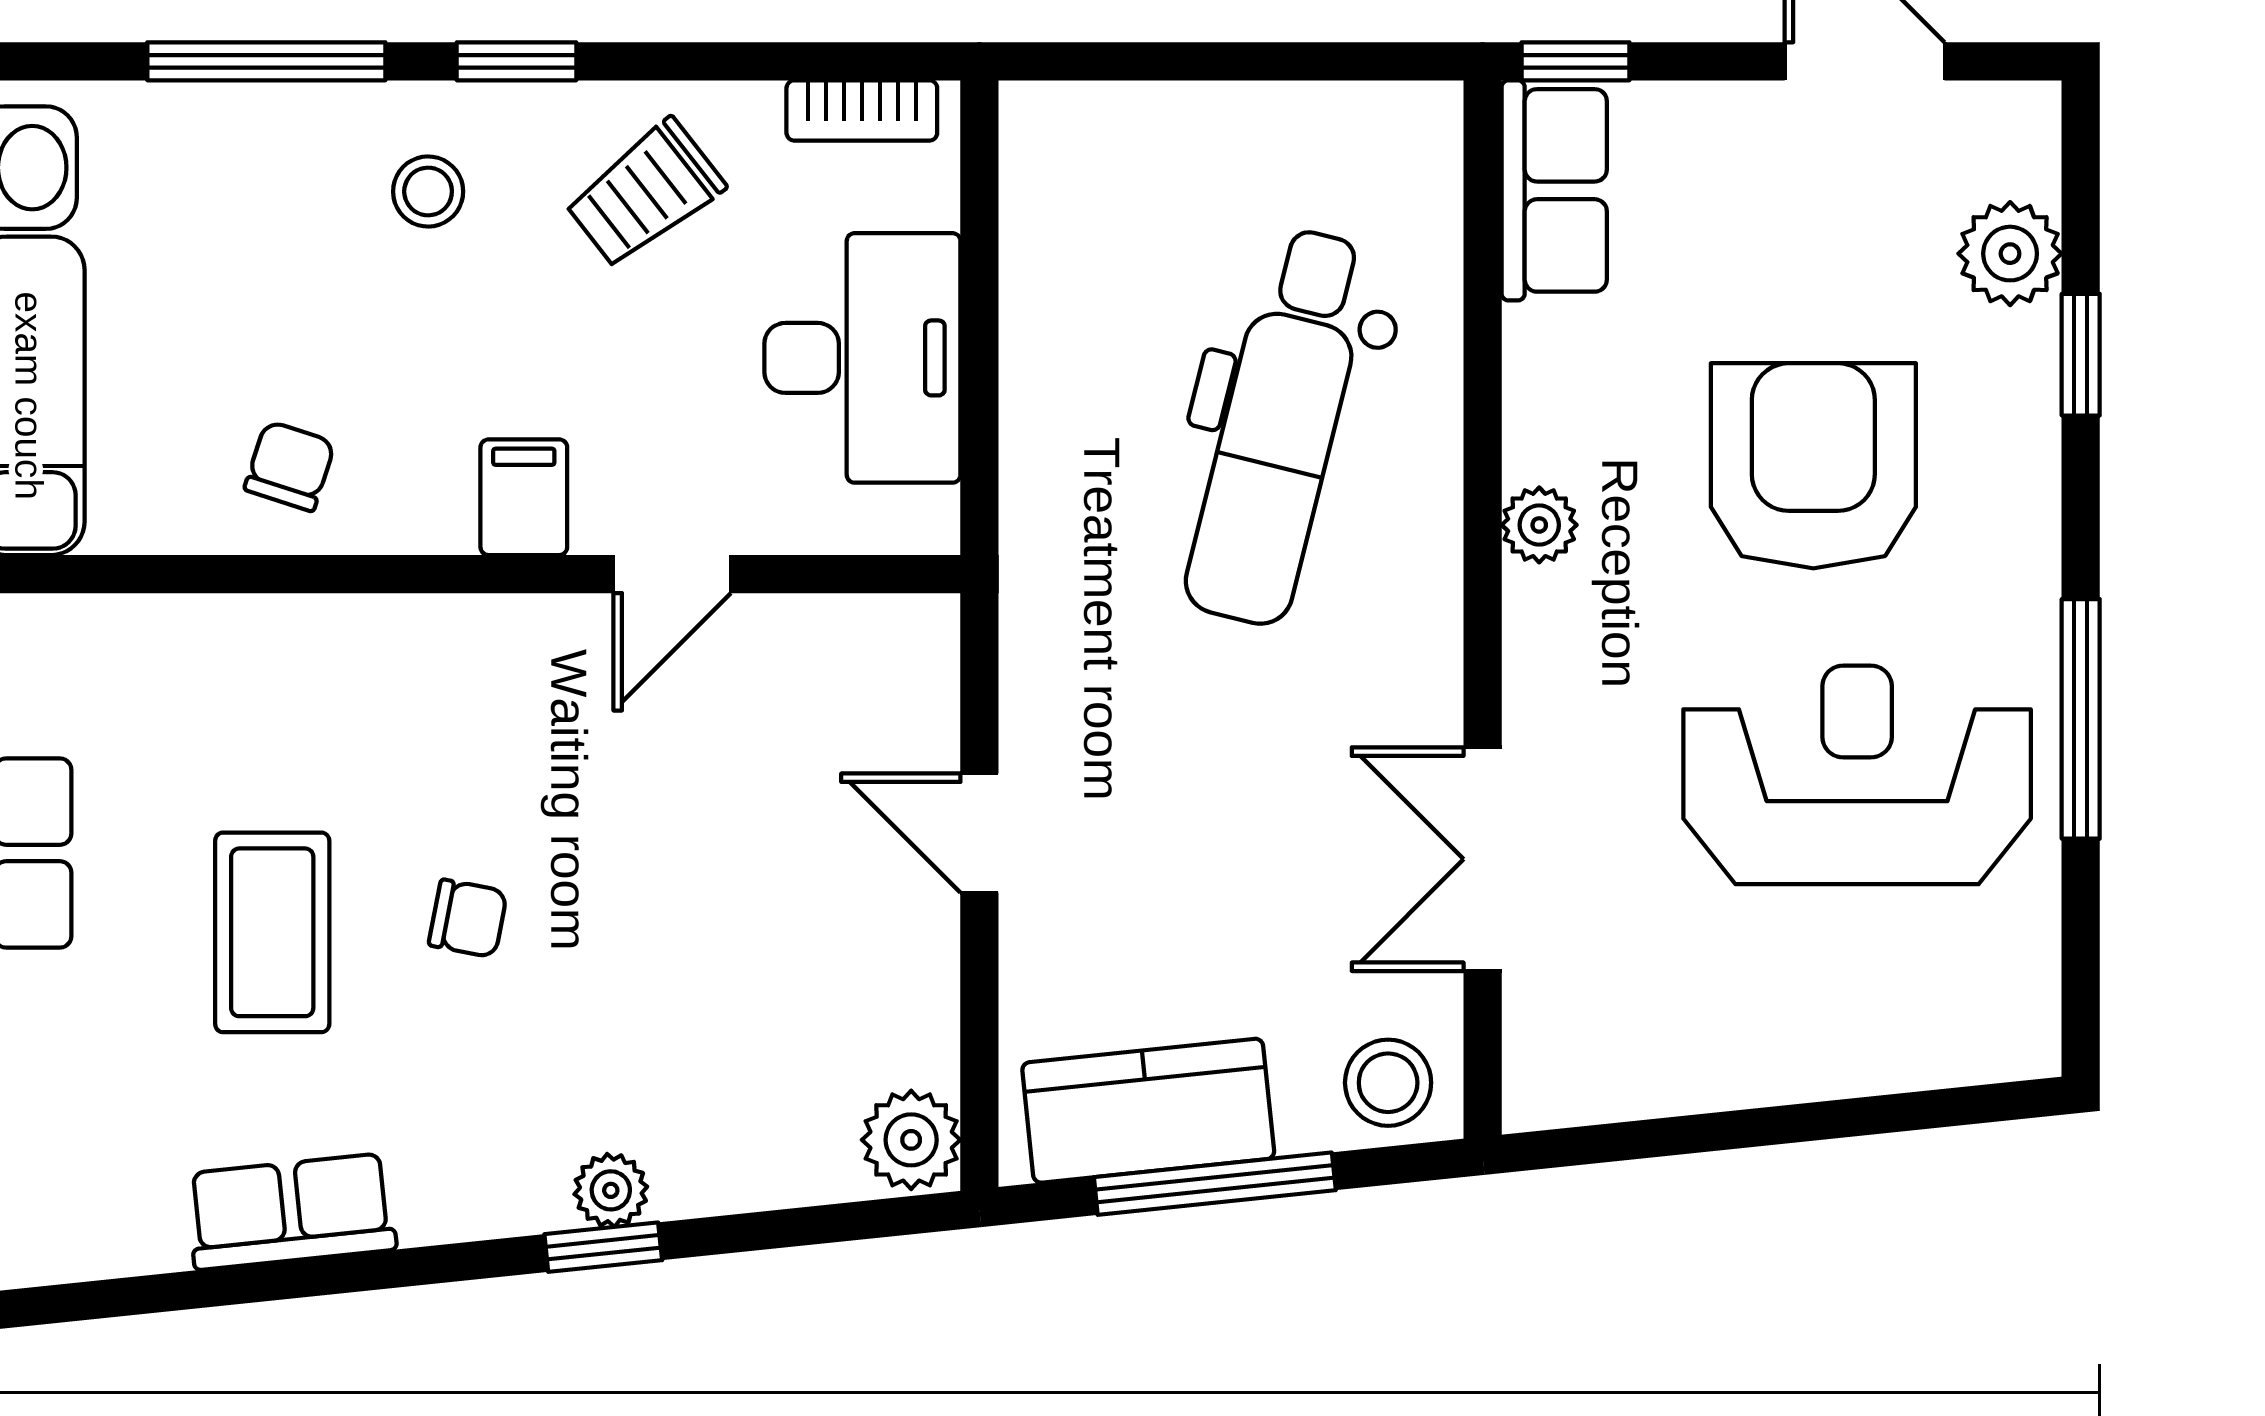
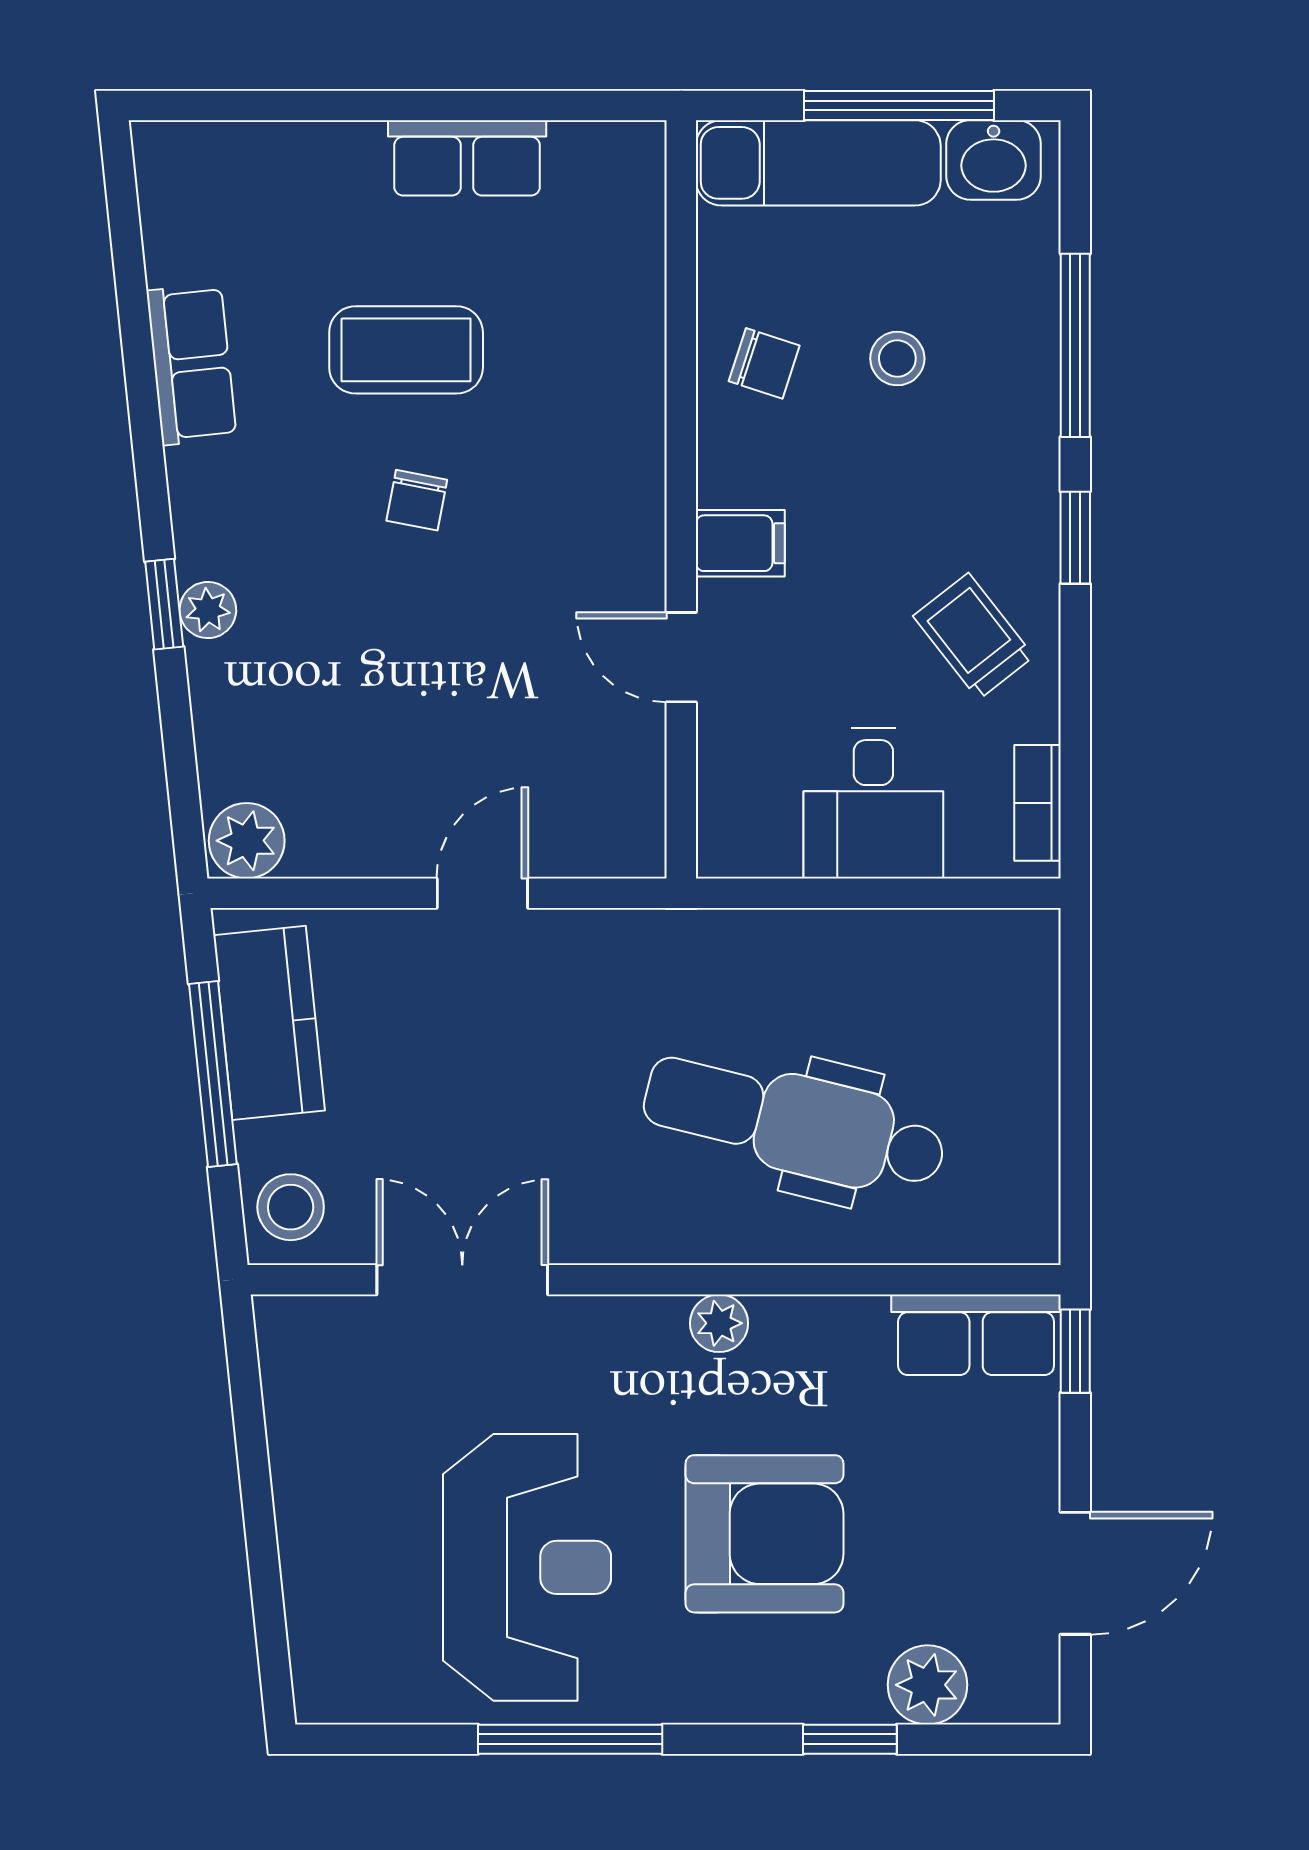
stool: (428, 191) -> (897, 359), moved
desk: (862, 358) -> (873, 803), width x0.73

